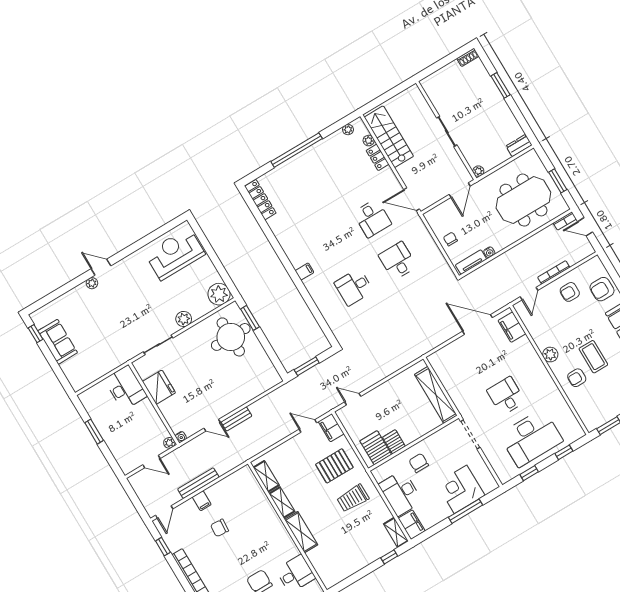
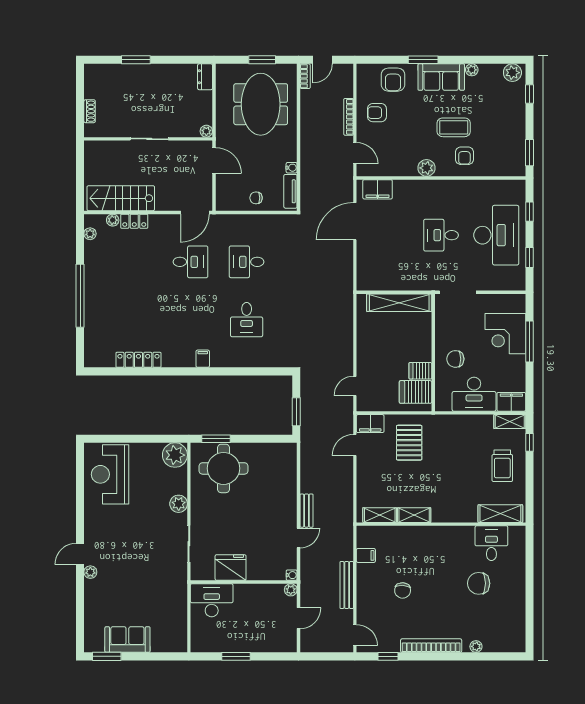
shoe rack: (468, 57) -> (90, 111), moved
locker: (260, 200) -> (138, 360), moved
armchair: (570, 292) -> (377, 113), turned 90
window: (35, 334) -> (107, 656), width x1.50
trolley: (353, 498) -> (502, 466), moved
filing cabinet: (202, 501) -> (366, 555), moved
shelving: (301, 532) -> (500, 514), moved

